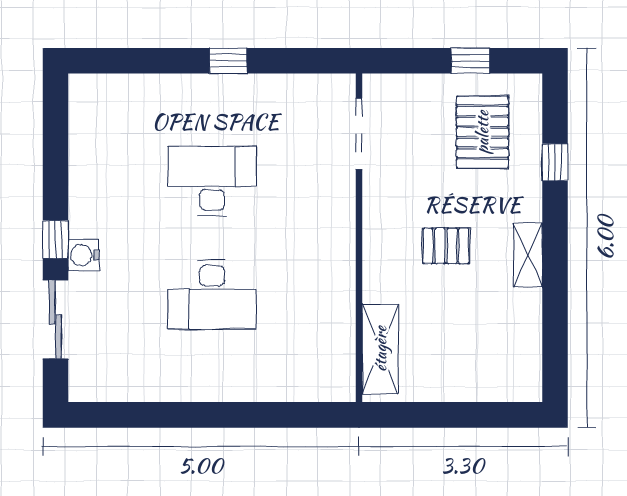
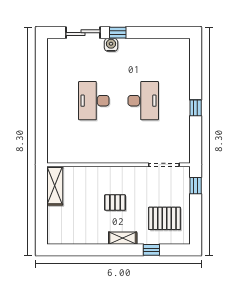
window: (470, 61) -> (196, 186), moved
pallet: (446, 246) -> (115, 203), turned 90
shelving: (528, 255) -> (123, 238), moved
shelving: (380, 349) -> (55, 186), moved, turned 90

